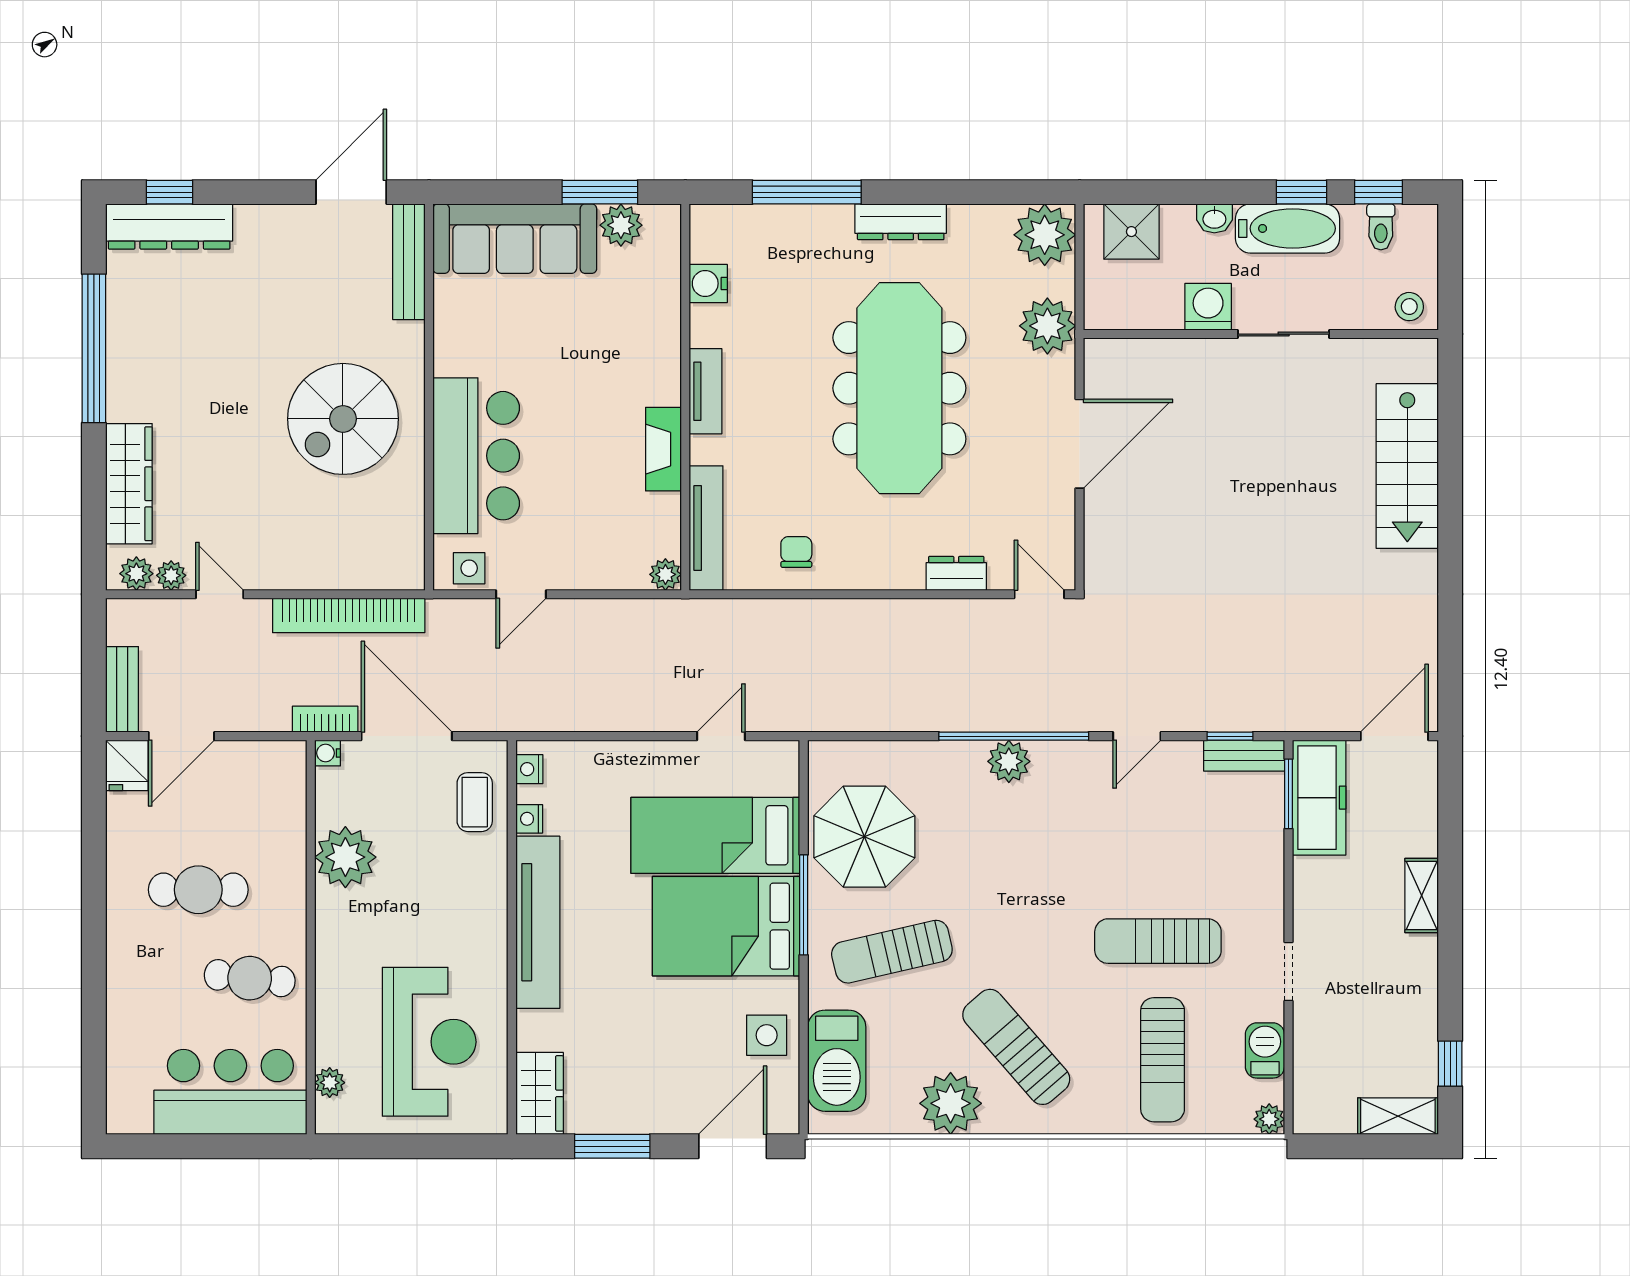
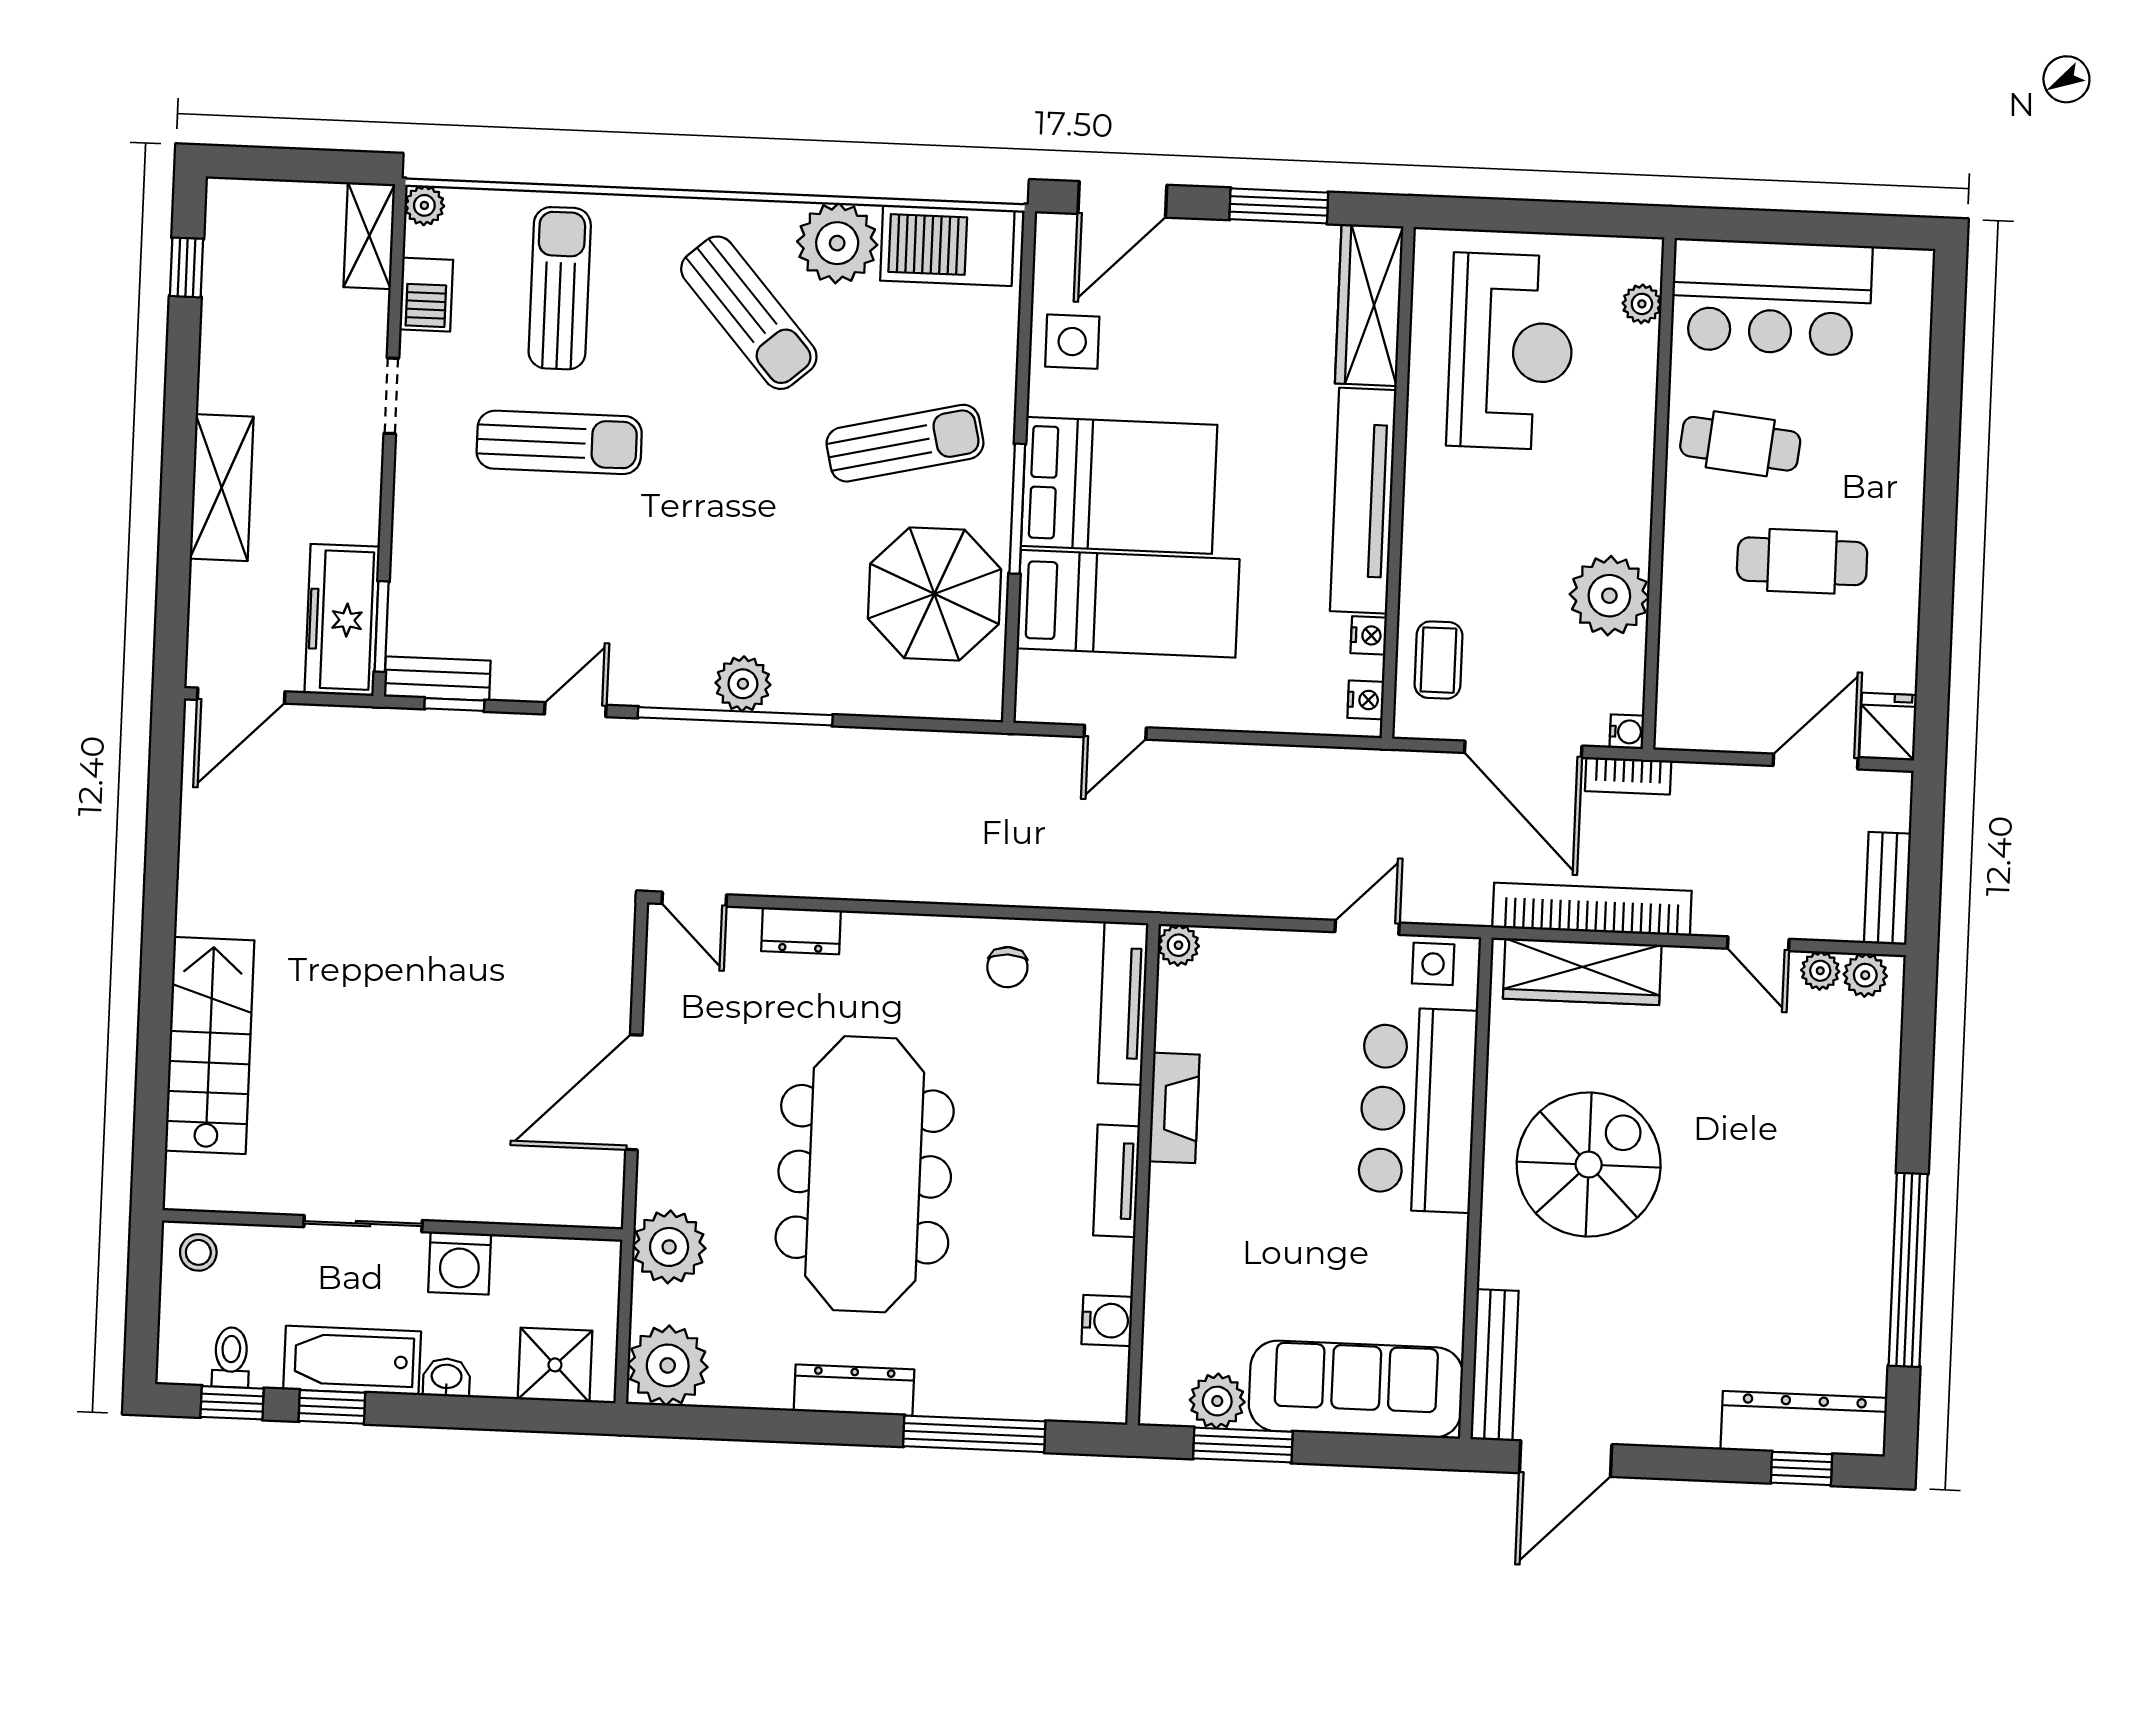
wardrobe: (129, 484) -> (1582, 972), moved, turned -90
bench: (122, 689) -> (1887, 888), moved
shelving: (1422, 895) -> (222, 488), width x1.50, depth x1.33
reception desk: (429, 1042) -> (1511, 351), turned 180
barbecue: (837, 1061) -> (947, 245), moved, turned -90
wardrobe: (540, 1093) -> (1369, 305), width x1.50
shelving: (1398, 1116) -> (369, 236), moved, turned 90

